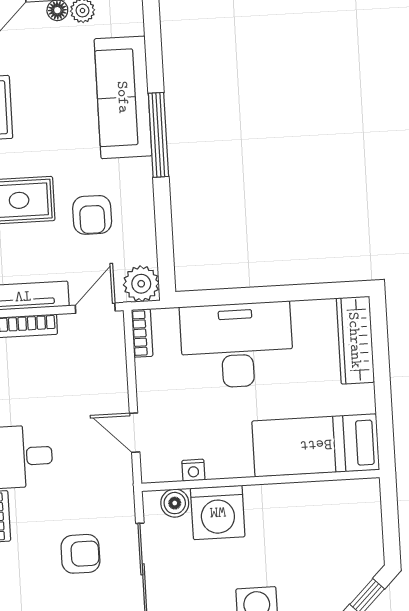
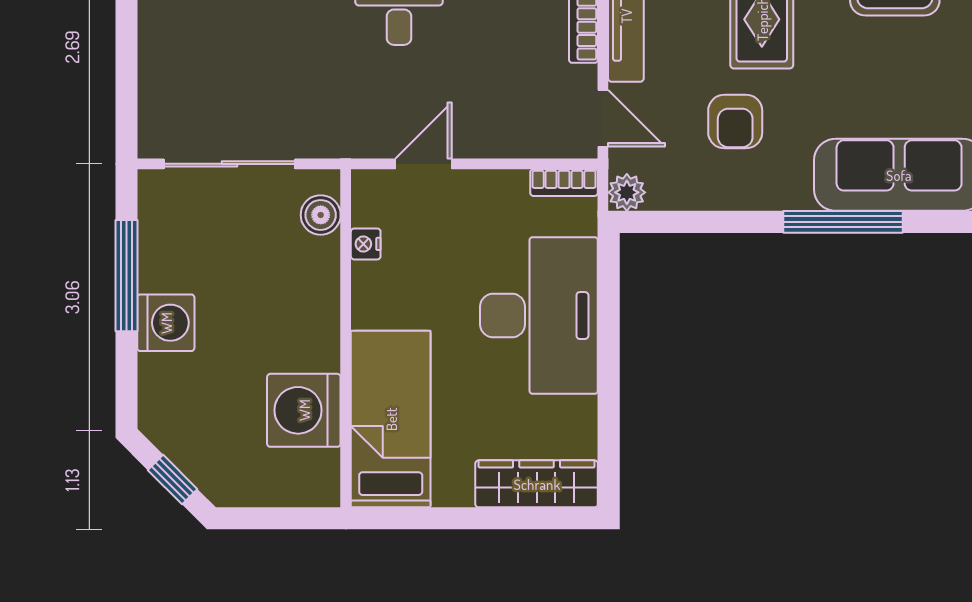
armchair: (92, 215) -> (735, 122), turned -90
plant: (141, 284) -> (627, 192), width x0.73, depth x0.73
washing machine: (218, 512) -> (304, 410), moved
armchair: (80, 554) -> (256, 77), removed

